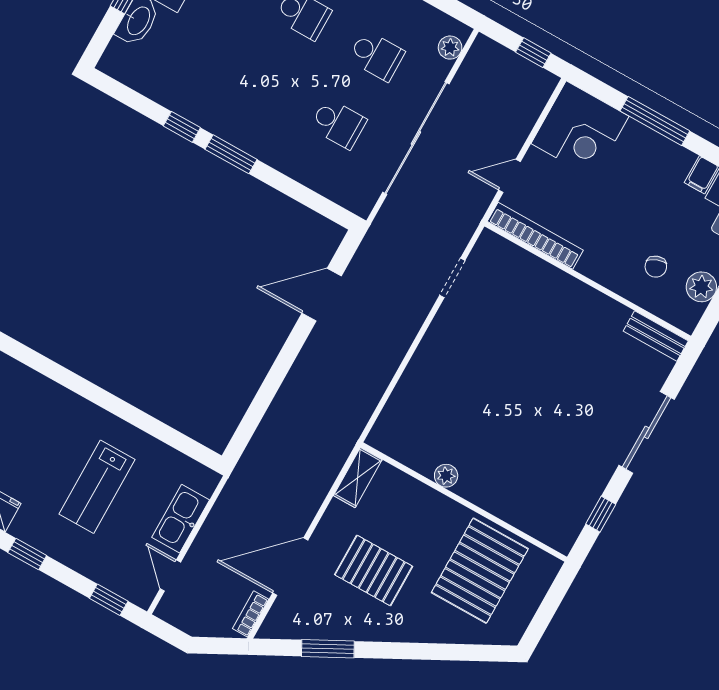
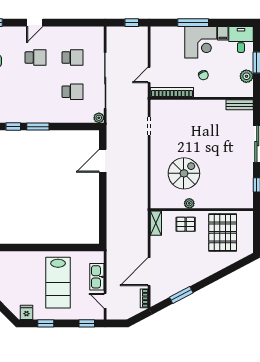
plant: (450, 48) -> (99, 118), moved
corner desk: (580, 130) -> (201, 42), moved
chair: (656, 267) -> (203, 75), moved
spiral stairs: (469, 410) -> (184, 173), added
lab bench: (97, 487) -> (58, 283), width x1.36, depth x1.39
pallet: (374, 570) -> (186, 224), moved, width x0.67, depth x0.71

